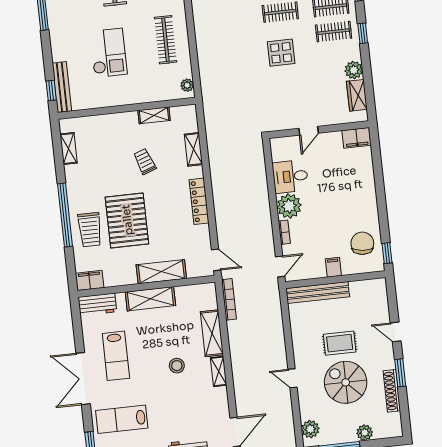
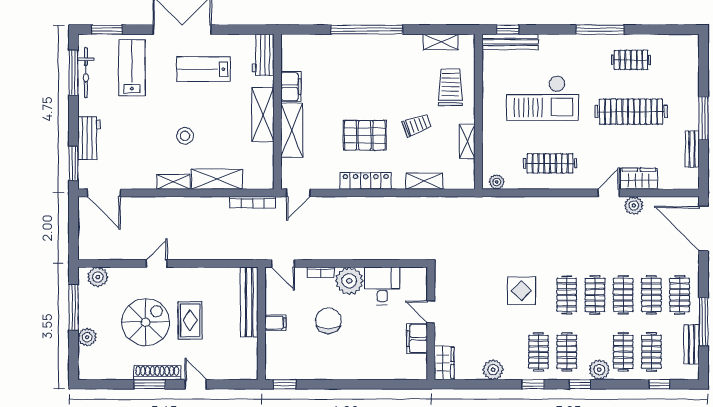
checkout: (108, 53) -> (543, 98), width x1.36, depth x1.21
wardrobe: (357, 95) -> (444, 363), moved, turned 90
filing cabinet: (357, 138) -> (417, 339), moved
pallet: (127, 220) -> (365, 135), moved, width x0.73, depth x0.71
trolley: (90, 230) -> (450, 87), moved, turned 90
chair: (362, 243) -> (328, 321), moved, turned -96
filing cabinet: (90, 280) -> (291, 87), moved
door: (396, 332) -> (196, 384), hinge flipped
shoe rack: (392, 391) -> (157, 373), moved

